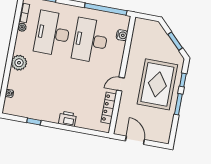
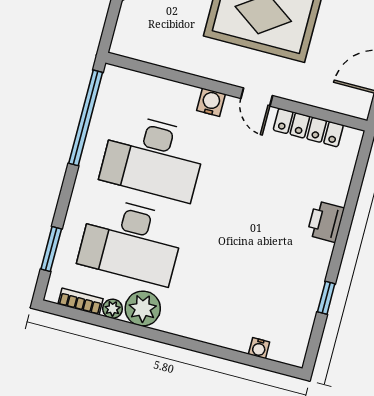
water cooler: (122, 35) -> (211, 102), moved
plant: (19, 63) -> (143, 309), moved

